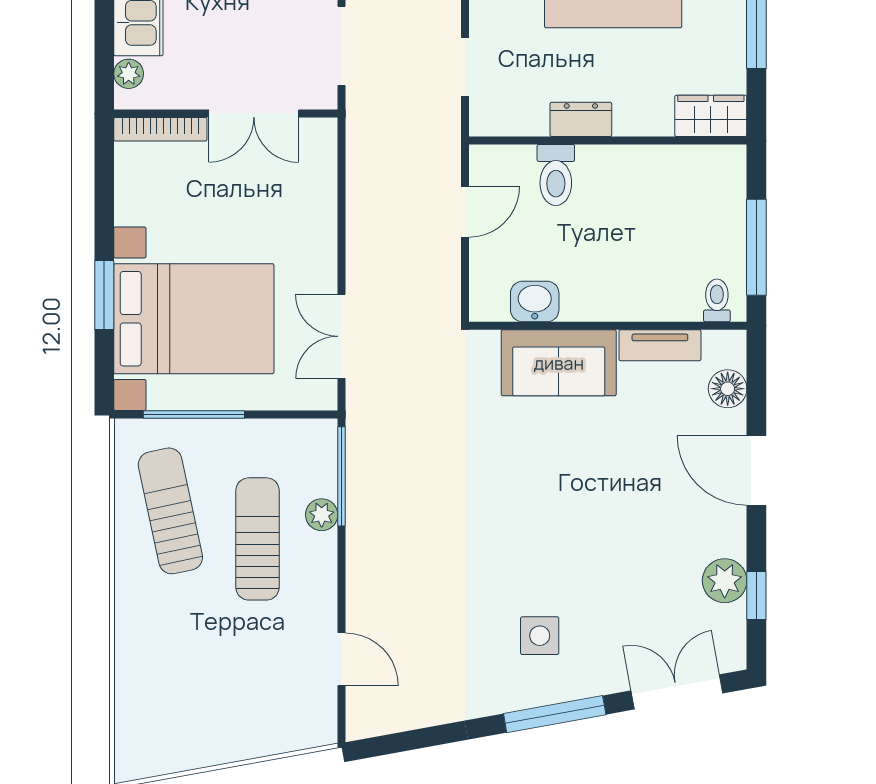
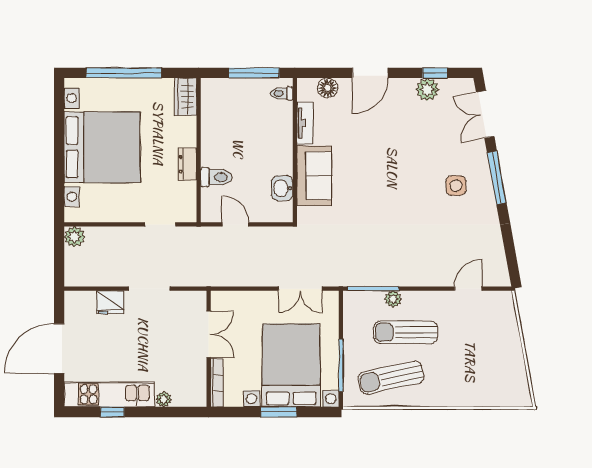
wall: (226, 114) -> (209, 349), moved
double door: (254, 114) -> (209, 334), moved
bookcase: (160, 129) -> (217, 383), moved

